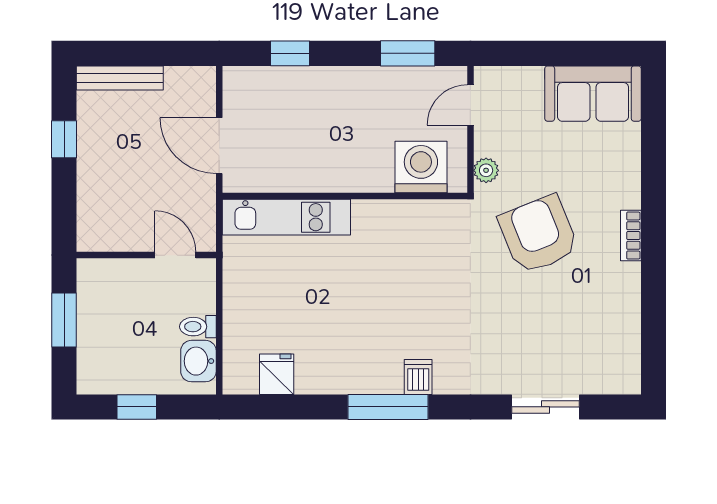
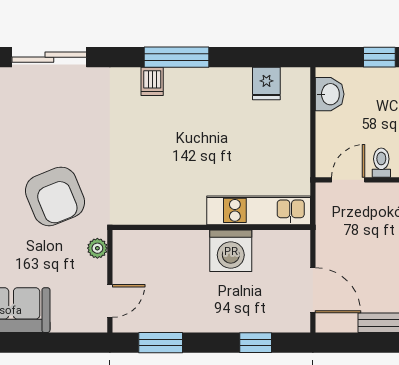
door: (219, 146) -> (313, 290), moved
washing machine: (421, 167) -> (231, 251), moved
door: (175, 255) -> (348, 180), swing flipped
toilet: (198, 327) -> (381, 163), moved, turned -90
sliding door: (546, 407) -> (49, 57), width x1.37

